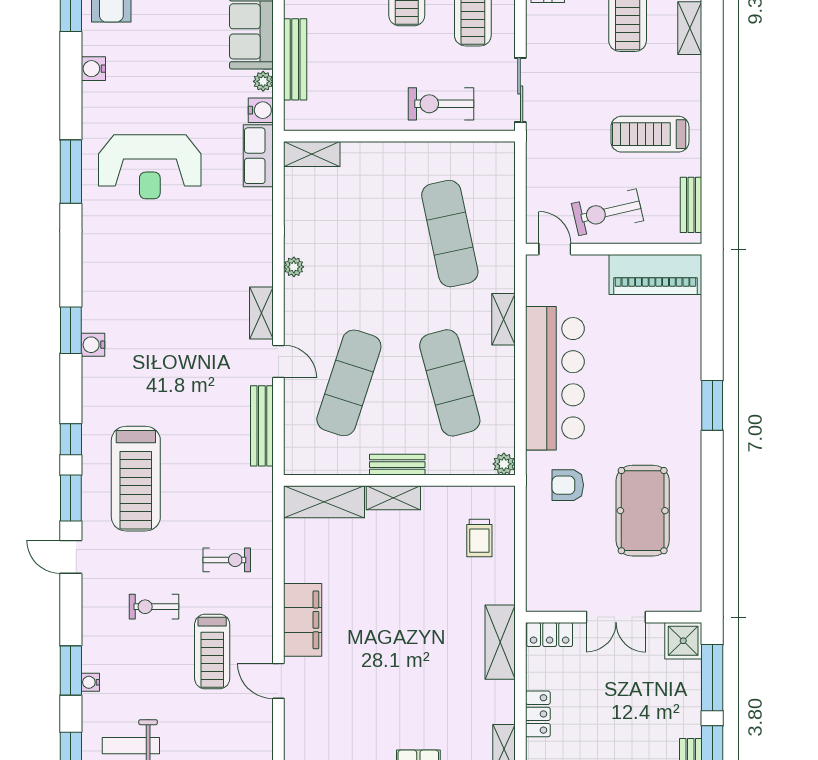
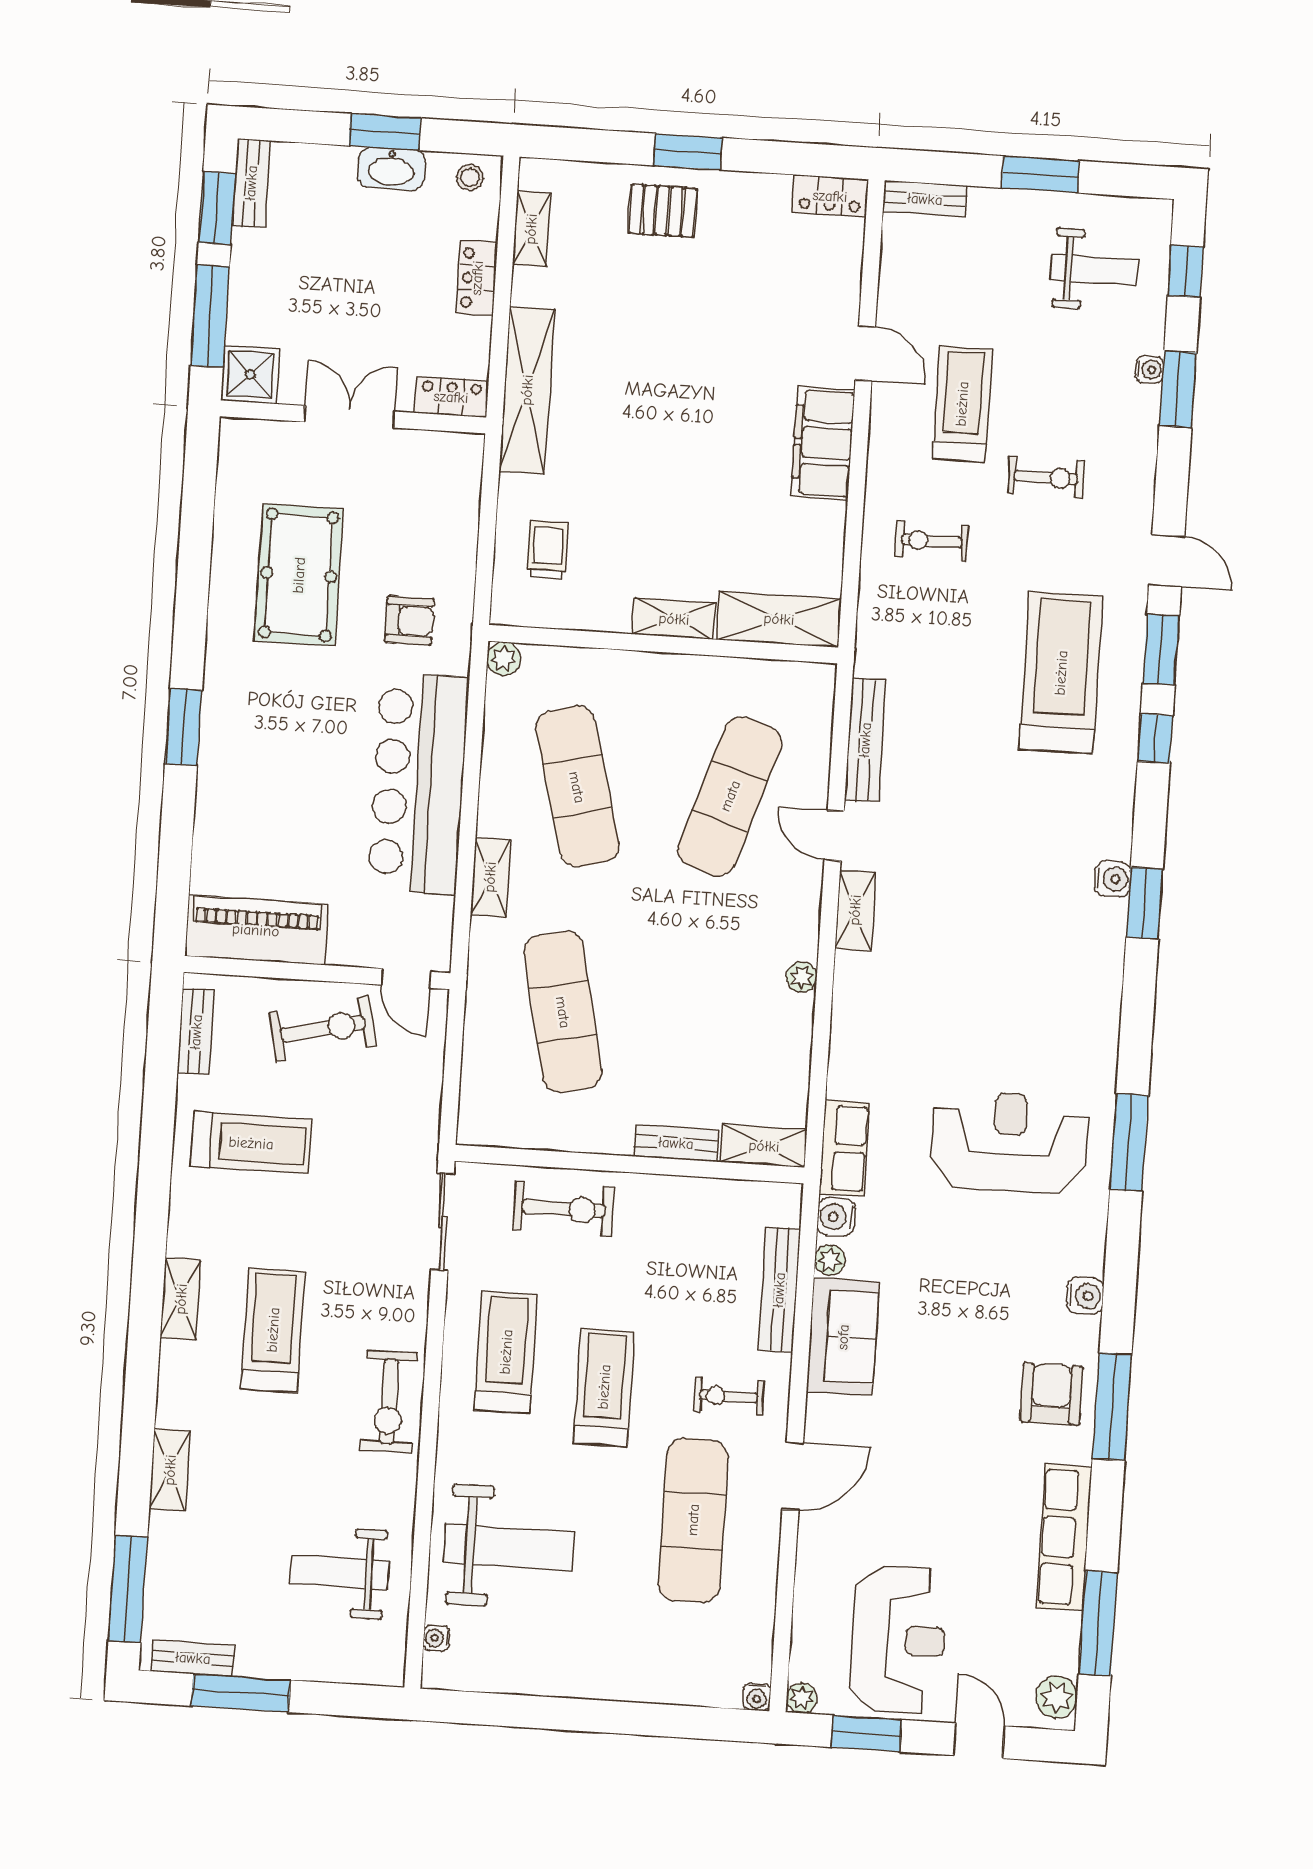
bench: (397, 465) -> (676, 1143), moved
shelving: (500, 642) -> (527, 390), width x1.47

